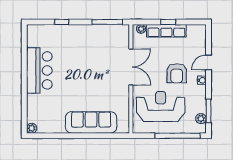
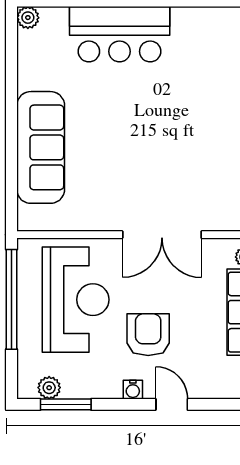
bar counter: (39, 70) -> (120, 34), moved
armchair: (177, 73) -> (148, 335), turned 90
window: (177, 136) -> (11, 299), moved

